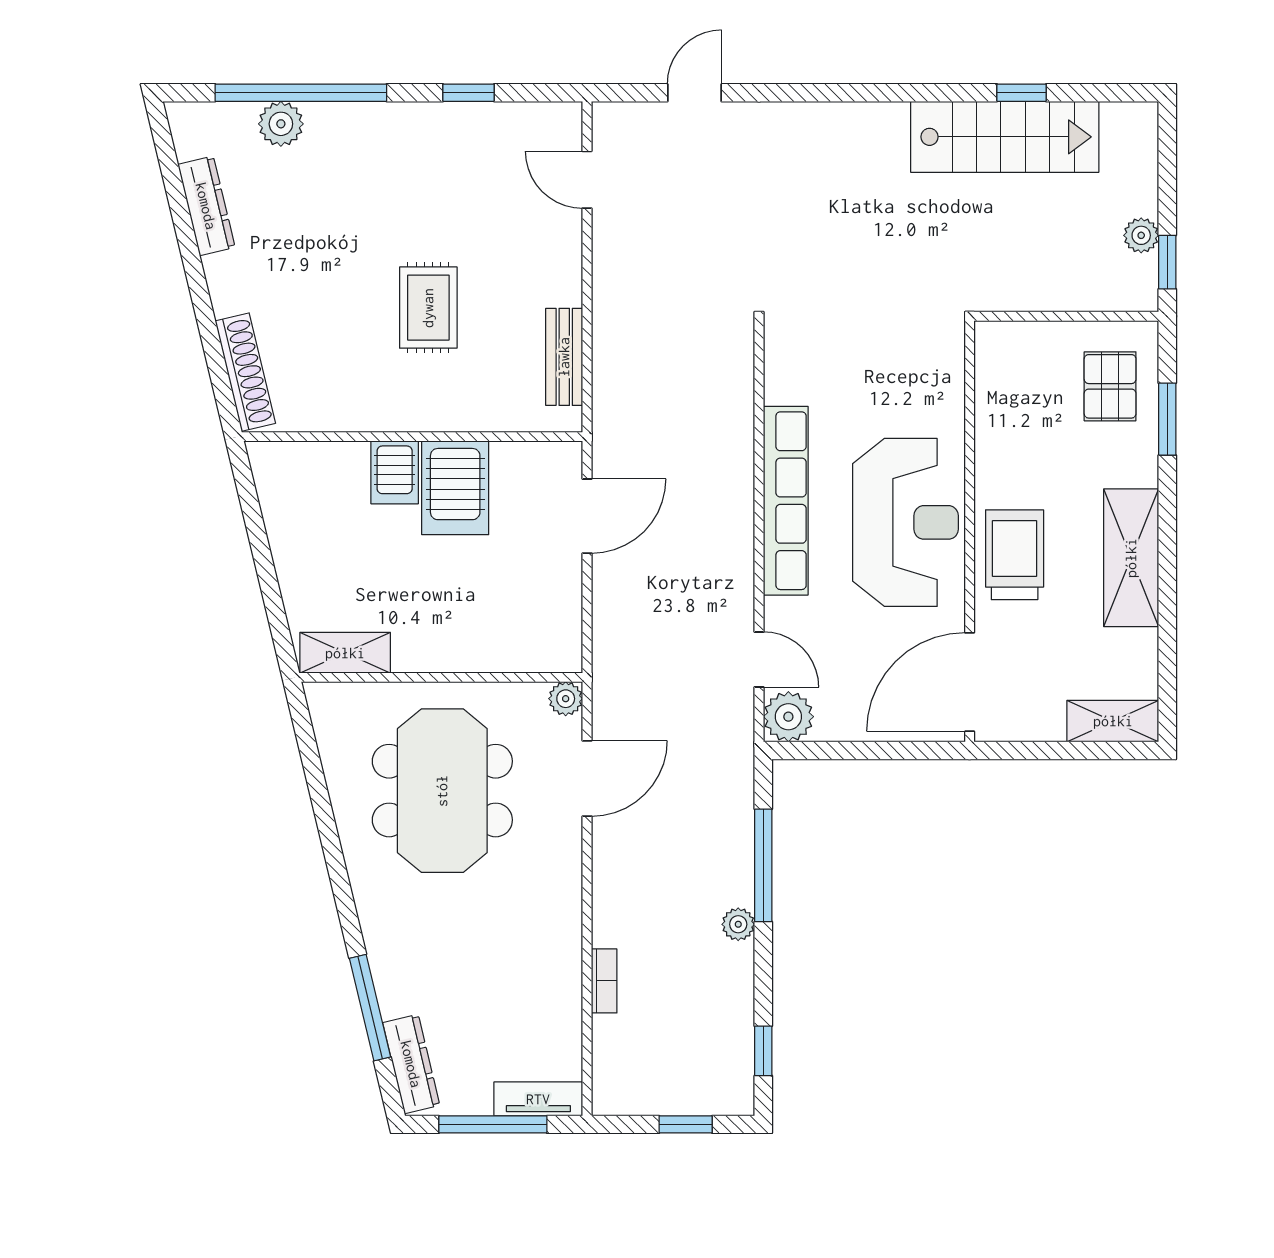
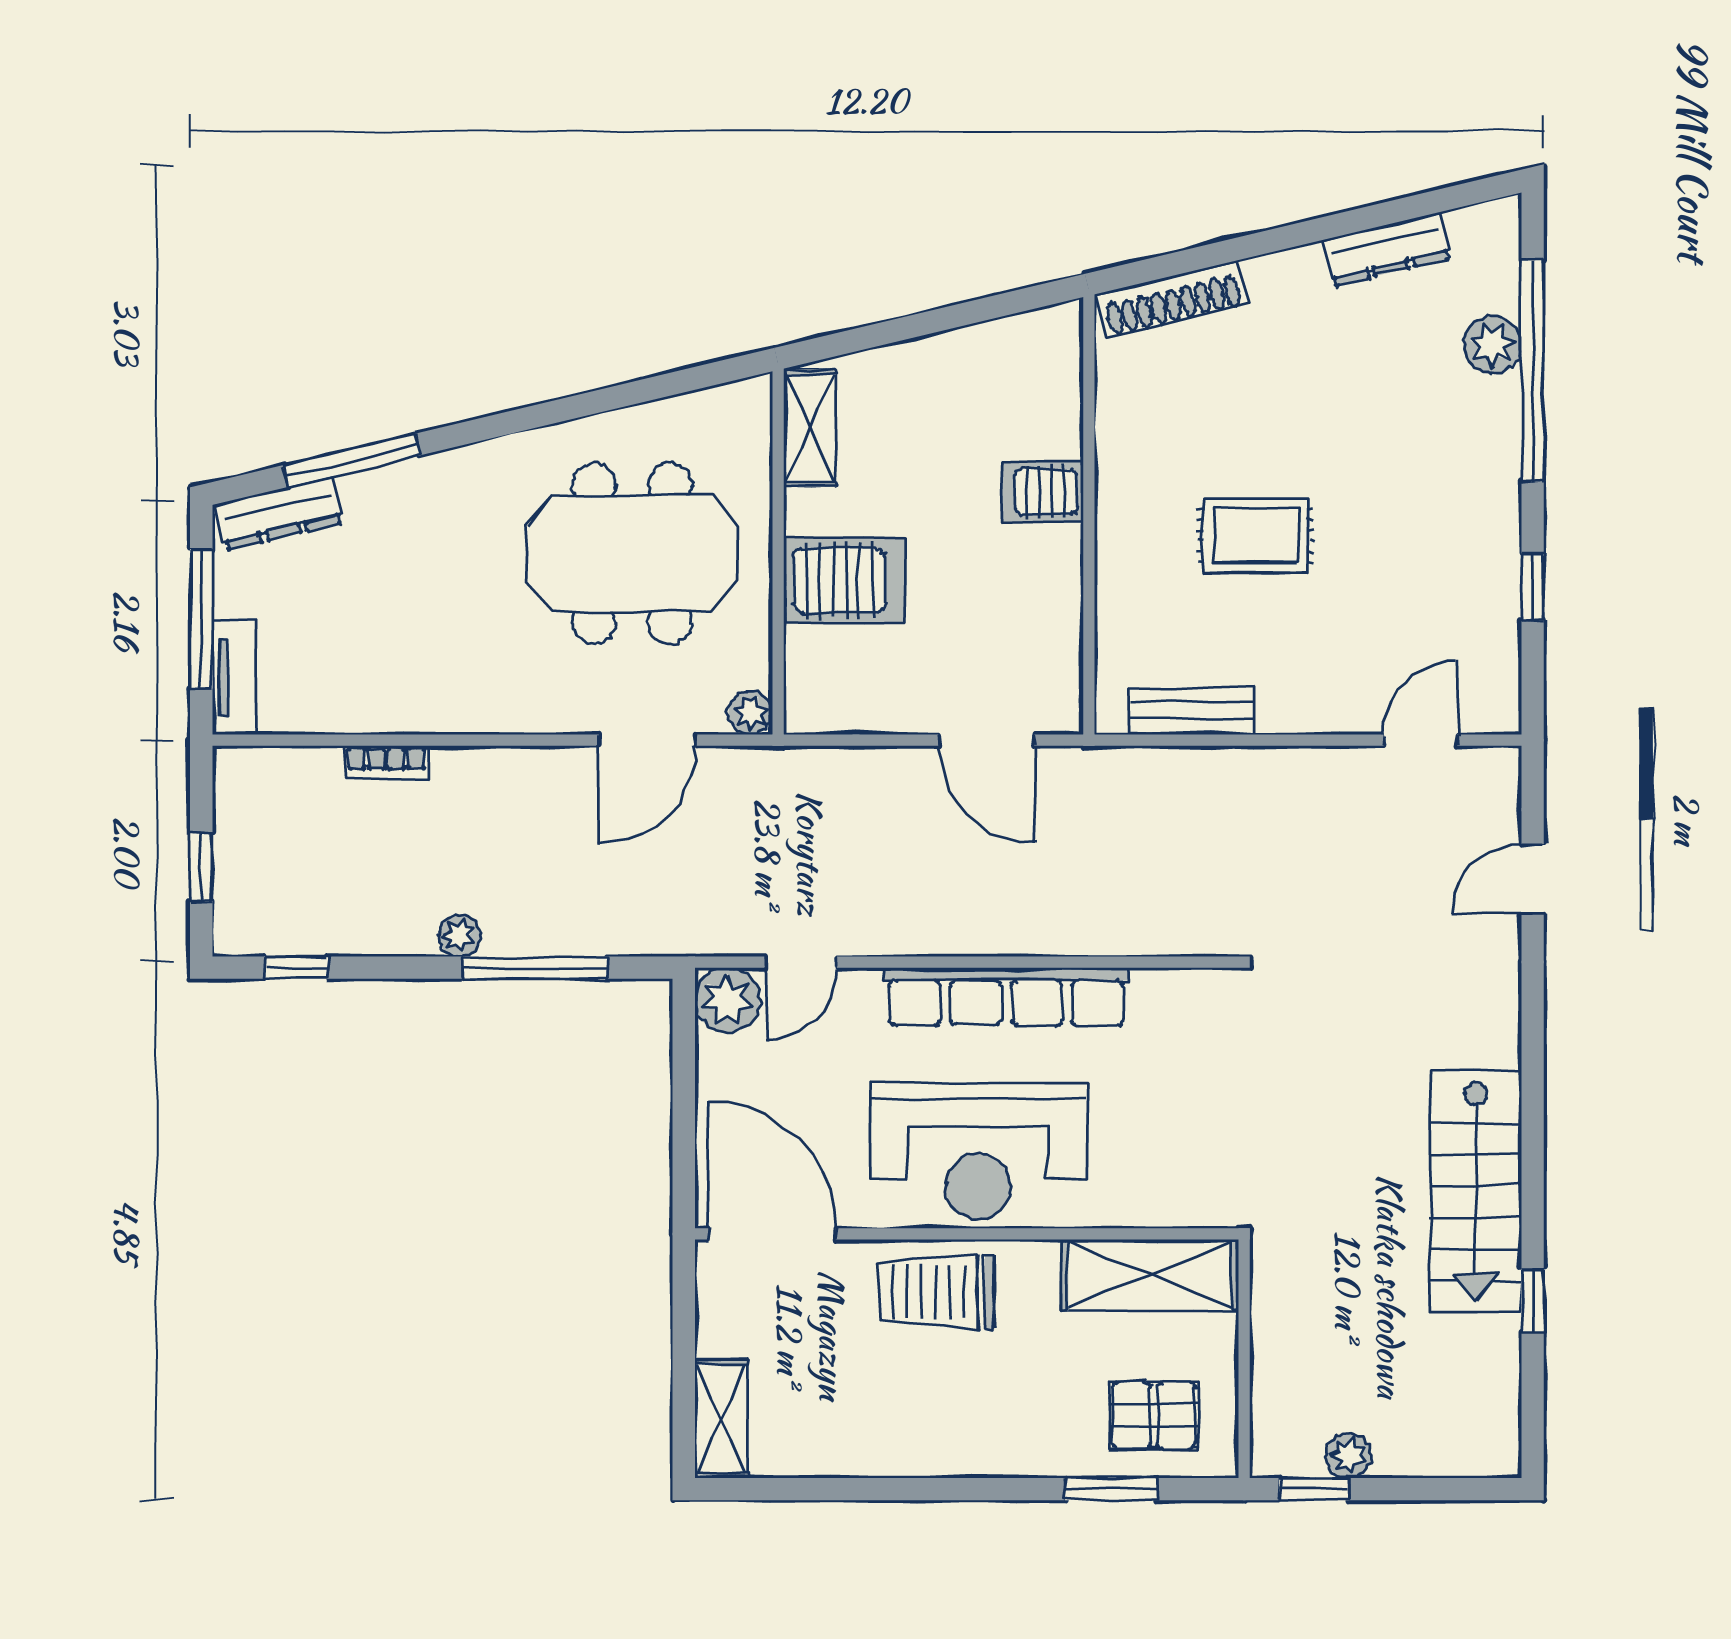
door: (694, 93) -> (1533, 879), swing flipped
stairs: (1005, 137) -> (1476, 1191), moved
server rack: (455, 488) -> (844, 580), moved, turned 180
trolley: (1015, 555) -> (936, 1292), turned 180
shelving: (1131, 558) -> (1150, 1275), moved
door: (587, 778) -> (648, 740), hinge flipped

